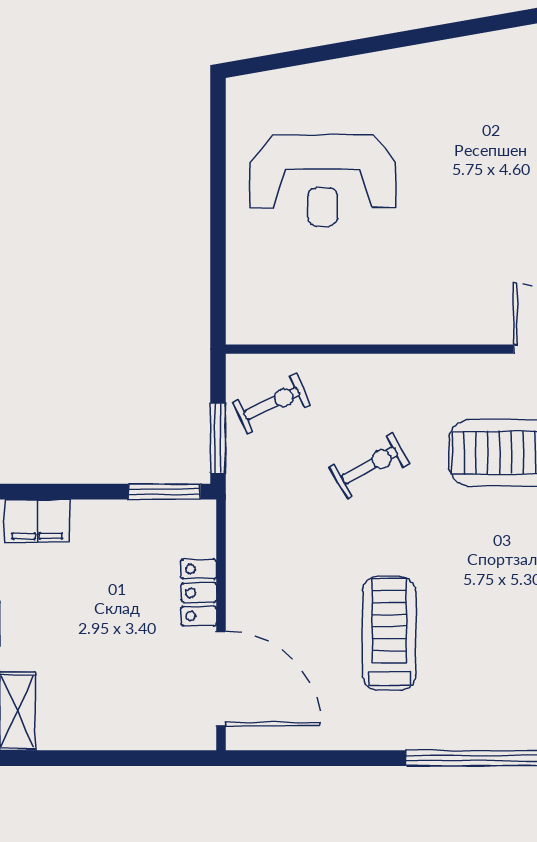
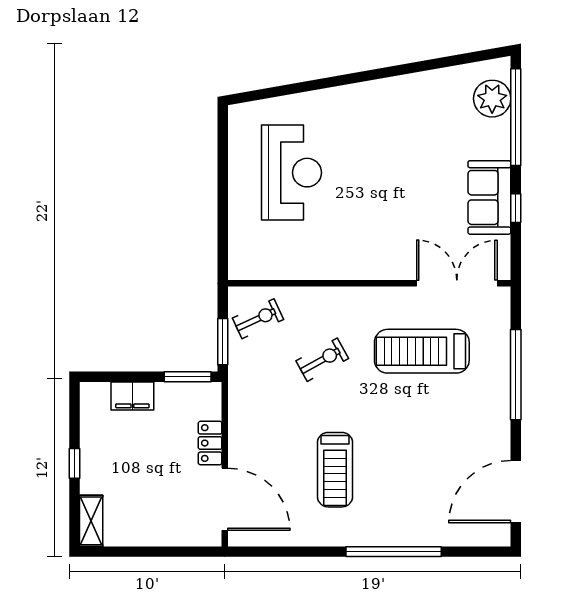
reception desk: (323, 180) -> (291, 173), turned -90
filing cabinet: (37, 521) -> (132, 396), moved
treadmill: (389, 633) -> (335, 470), turned 180

